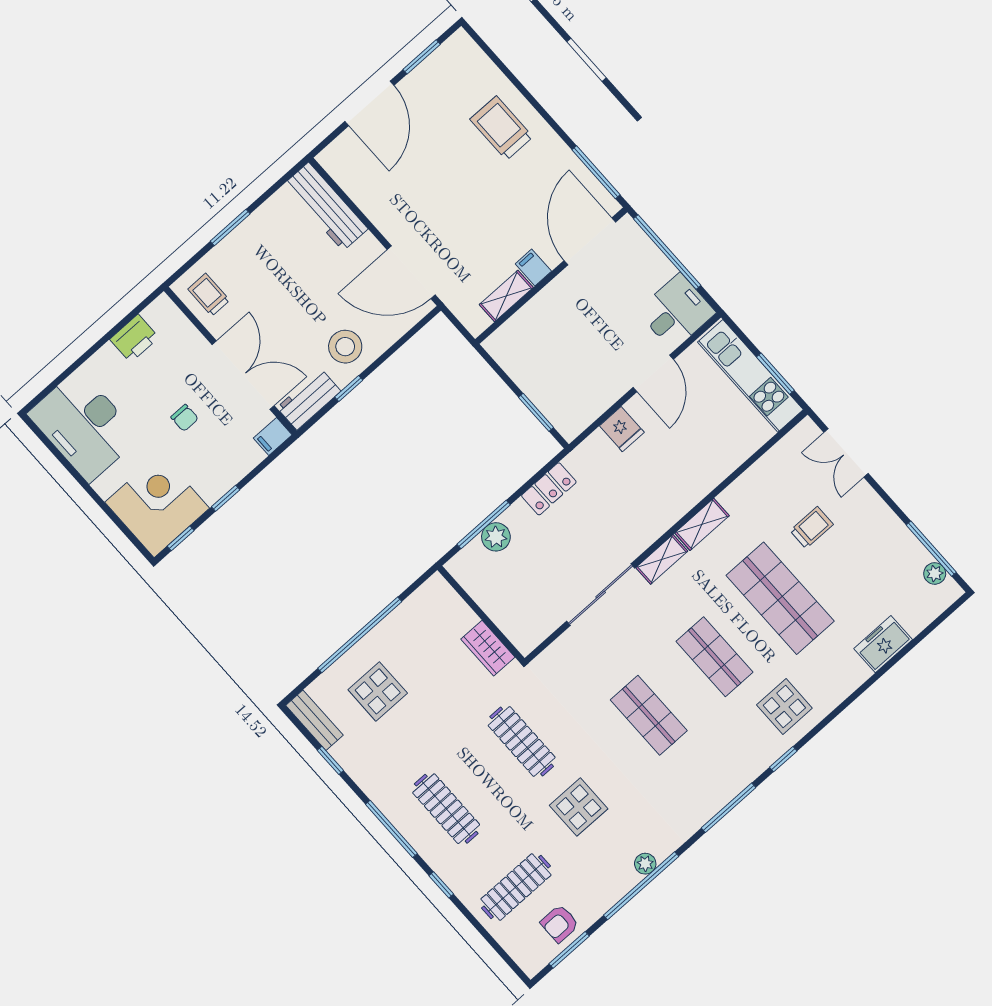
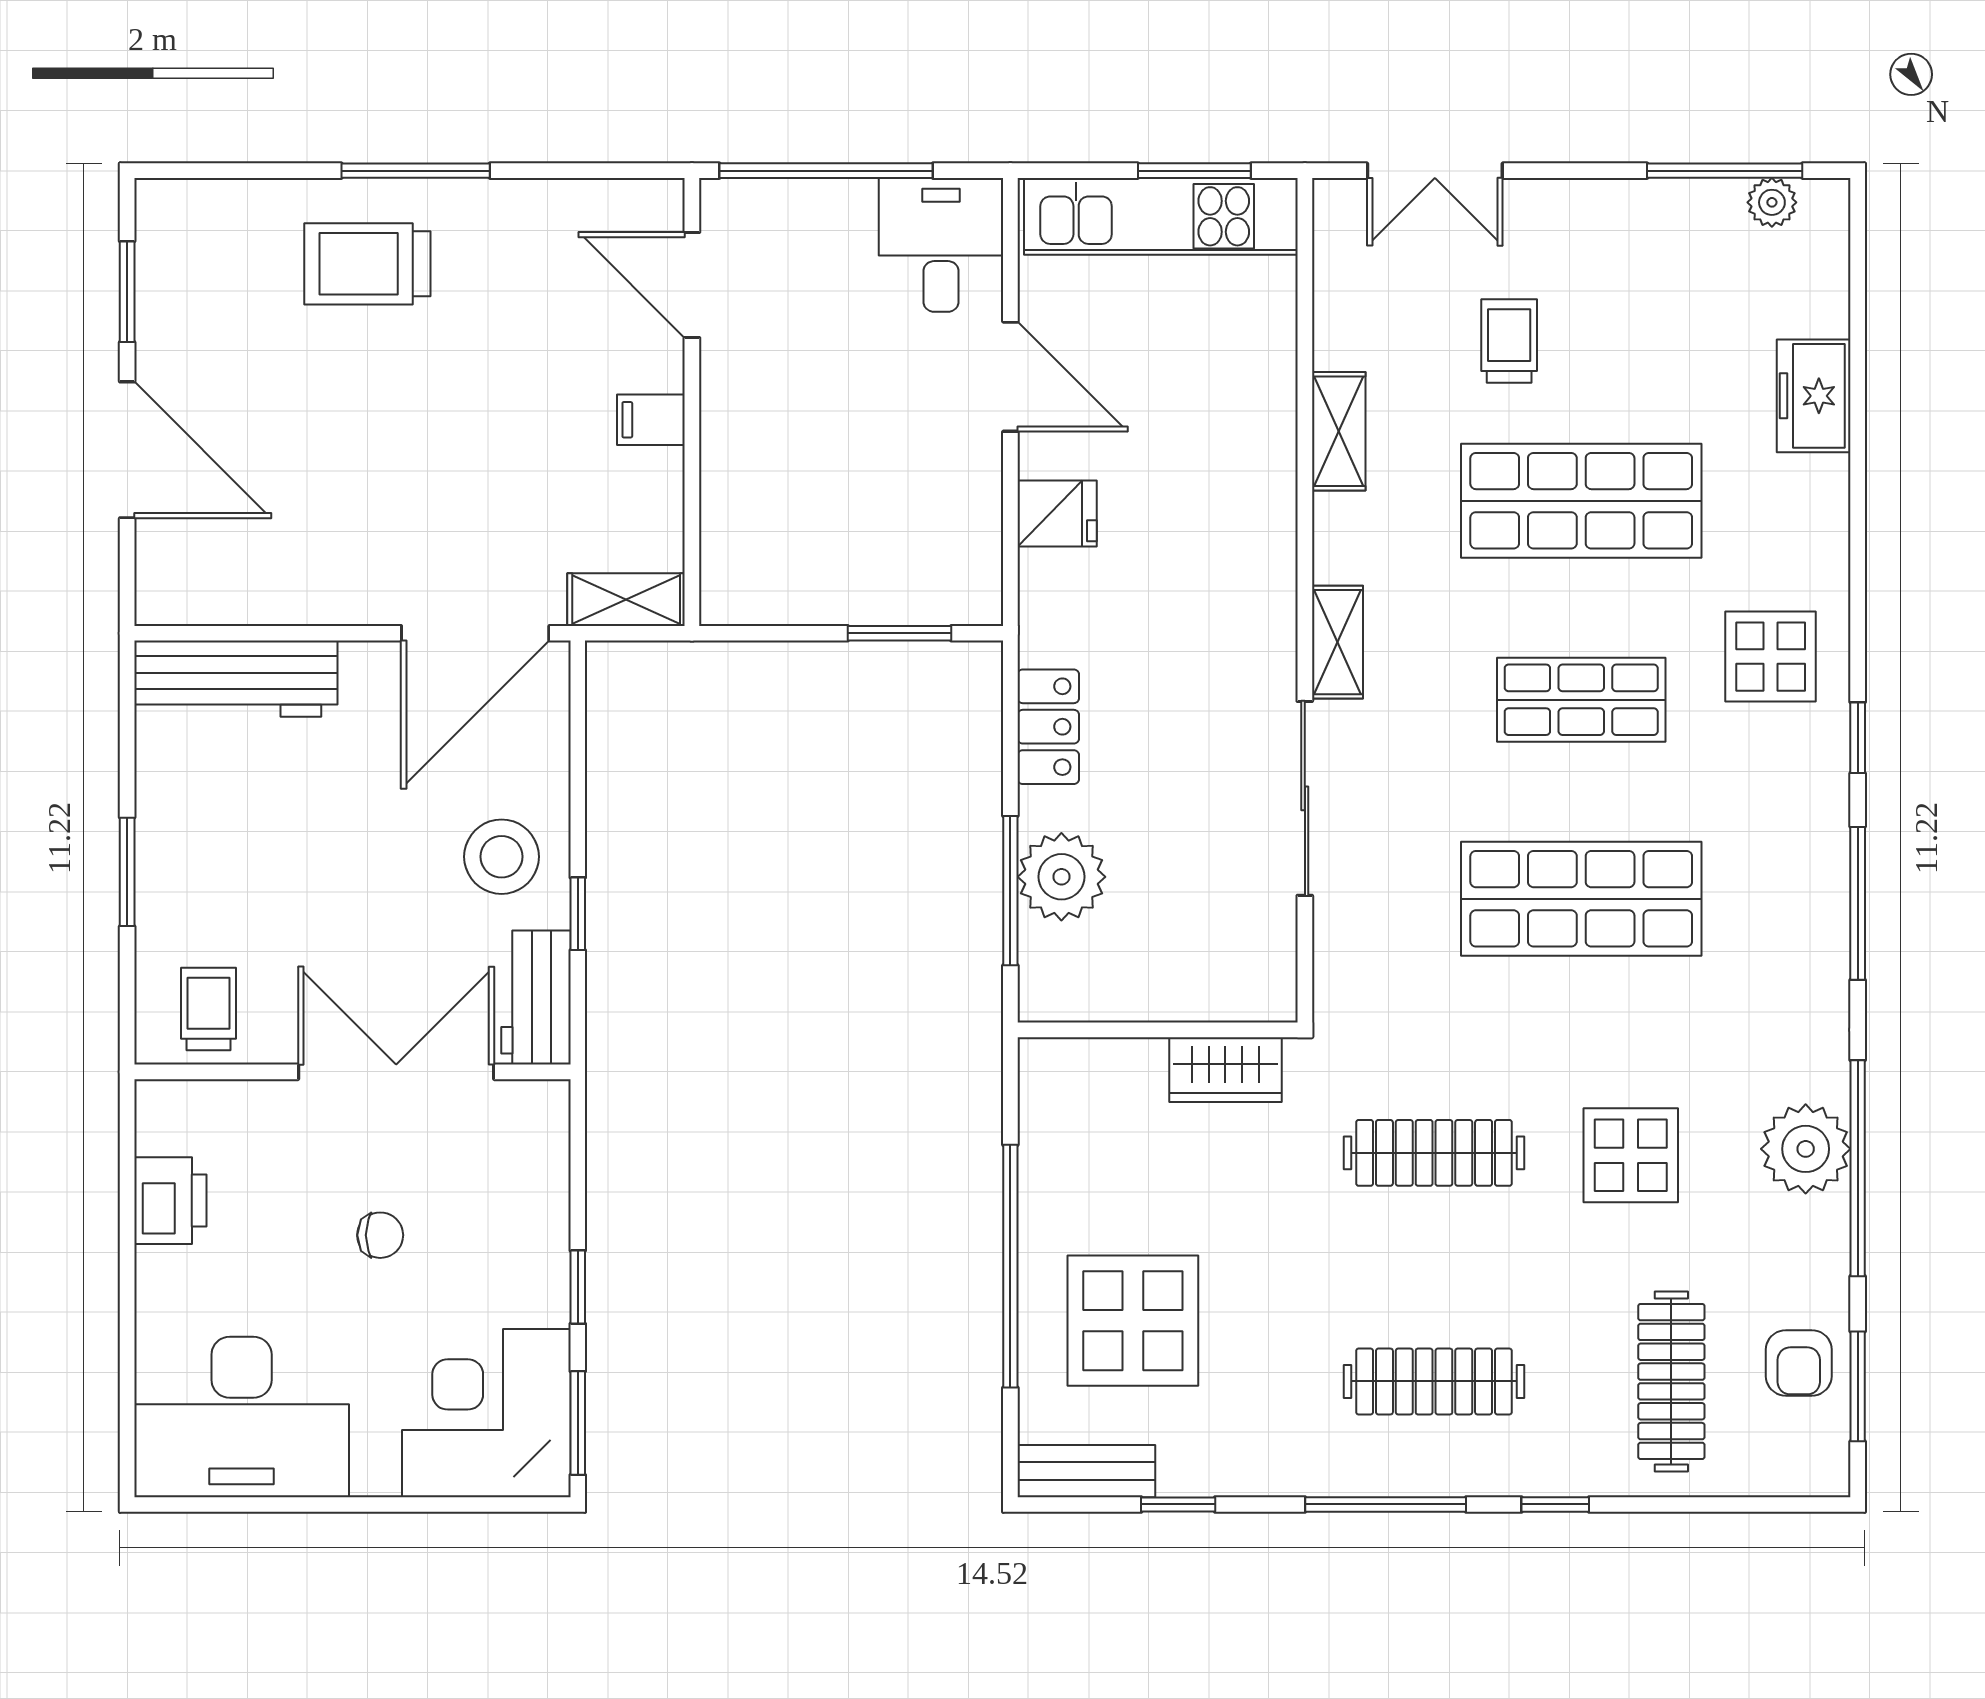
window: (596, 172) -> (416, 171), moved
door: (590, 241) -> (692, 285), width x0.73
trolley: (209, 295) -> (209, 1009), turned 90
shelving: (506, 296) -> (626, 600), moved, turned 90
filing cabinet: (273, 436) -> (544, 1114), removed
shelving: (702, 524) -> (1339, 431), moved
plant: (496, 537) -> (1061, 877), width x1.36, depth x1.36
window: (181, 538) -> (578, 1423), width x1.50
display table: (378, 691) -> (1133, 1321), width x1.36, depth x1.36
shop shelf: (649, 715) -> (1581, 899), width x1.43, depth x1.36
plant: (645, 864) -> (1806, 1149), width x1.88, depth x1.88

